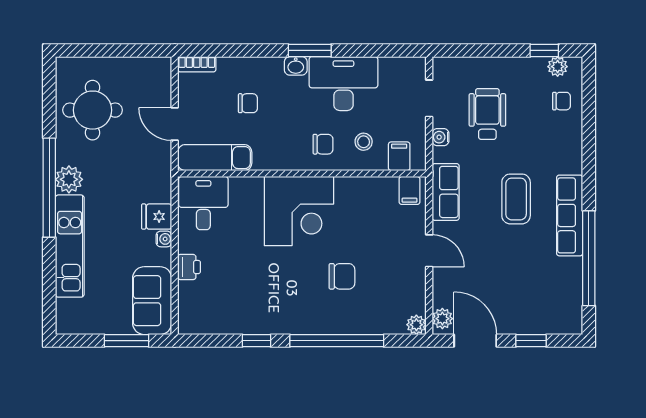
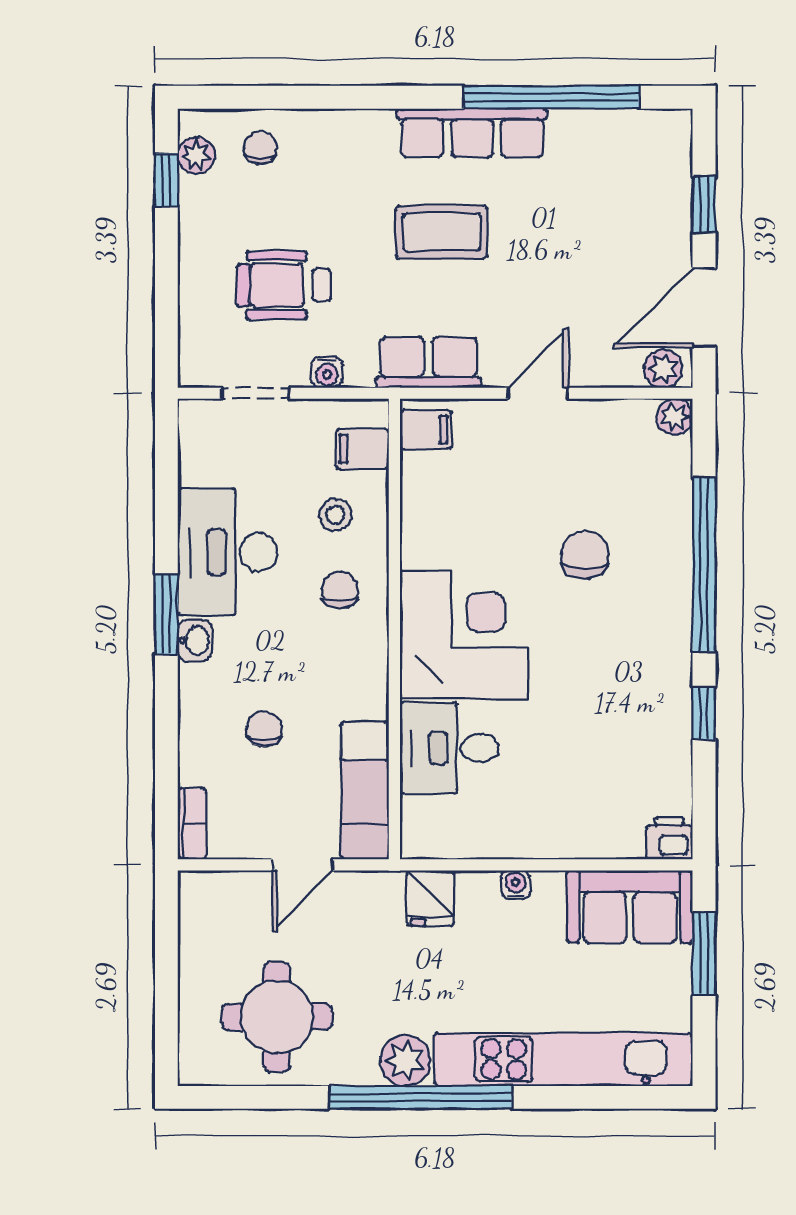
desk: (203, 203) -> (449, 748), moved
fridge: (157, 217) -> (430, 898), moved
kitchen unit: (70, 246) -> (563, 1059), width x1.36
printer: (189, 267) -> (669, 838), moved

